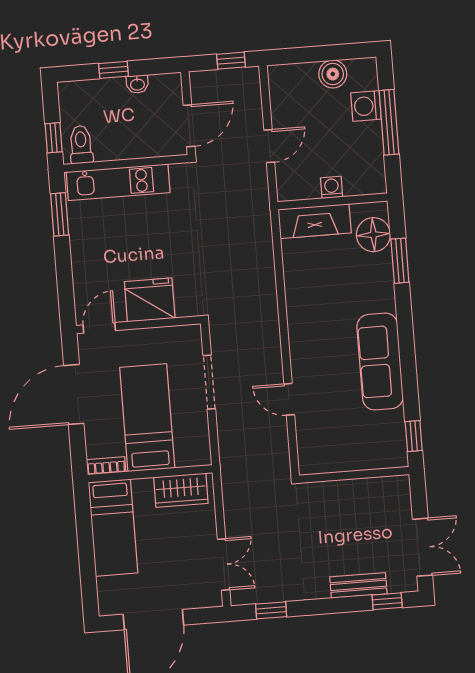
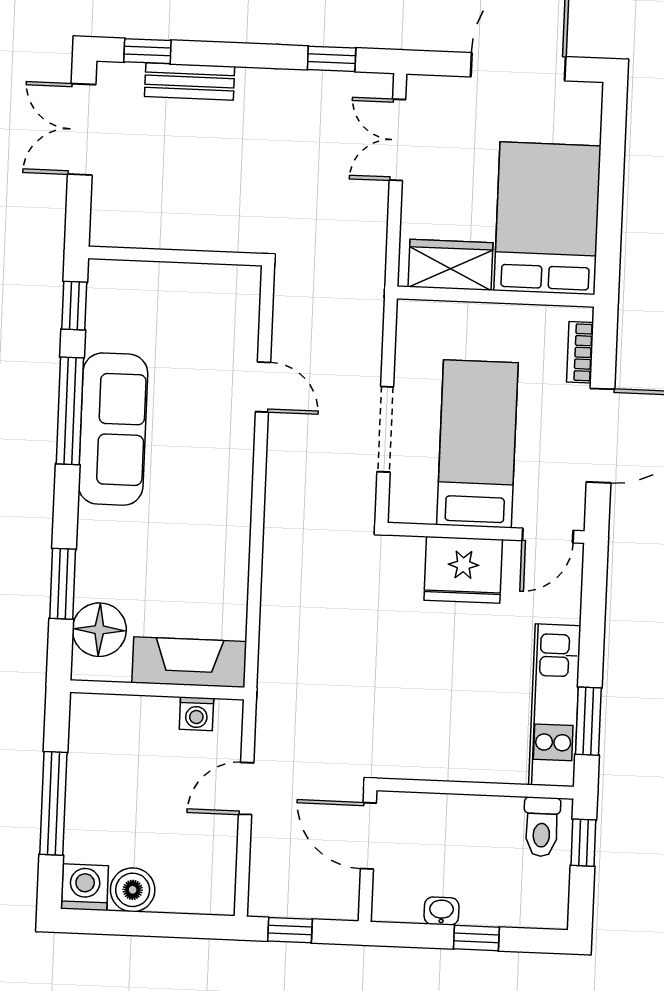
washing machine: (366, 106) -> (85, 887), moved, turned -90
door: (189, 126) -> (368, 836), hinge flipped
kitchen unit: (118, 182) -> (555, 705), moved, turned -90
washing machine: (332, 187) -> (196, 714), moved
window: (408, 370) -> (70, 411), added
bed: (147, 418) -> (477, 444), moved, turned 180
bookcase: (106, 466) -> (580, 352), moved, turned 90
bed: (113, 528) -> (547, 218), width x1.50

